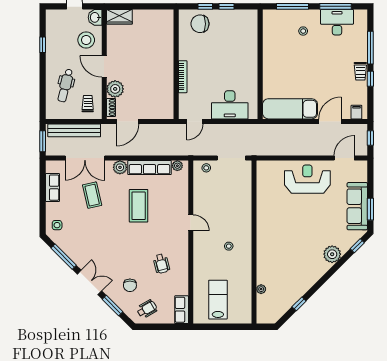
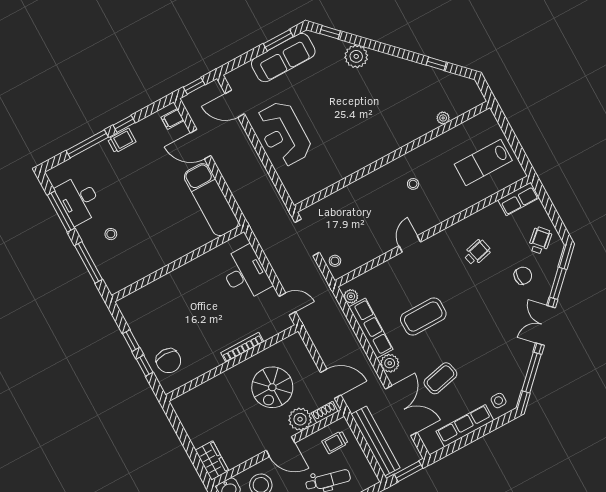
door: (104, 66) -> (280, 447), hinge flipped
spiral stairs: (146, 82) -> (272, 387), added
row of seats: (53, 188) -> (465, 426), width x1.48
wheelchair: (147, 309) -> (540, 240), turned 78

